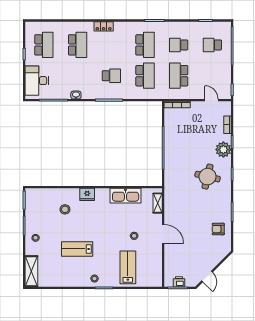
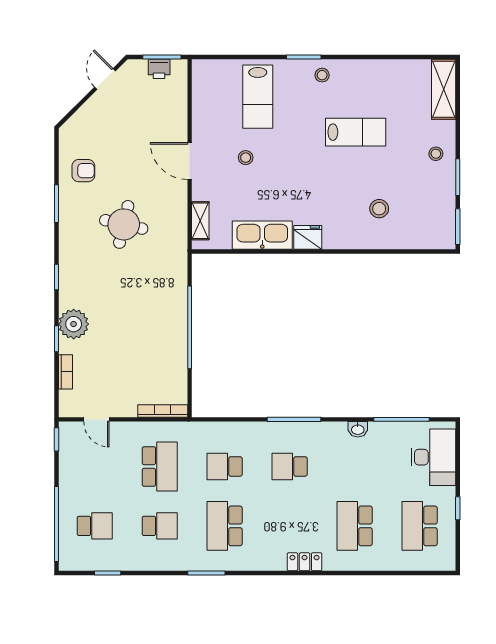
school desk: (145, 76) -> (225, 466), width x0.54
round table: (208, 177) -> (124, 224), moved
fridge: (87, 194) -> (308, 237), moved

